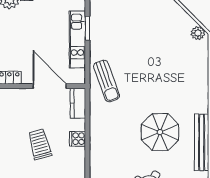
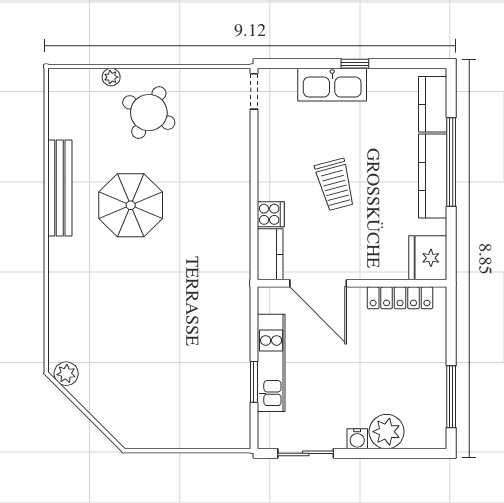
sun lounger: (107, 81) -> (221, 292), removed
cooker: (78, 139) -> (271, 214), moved

